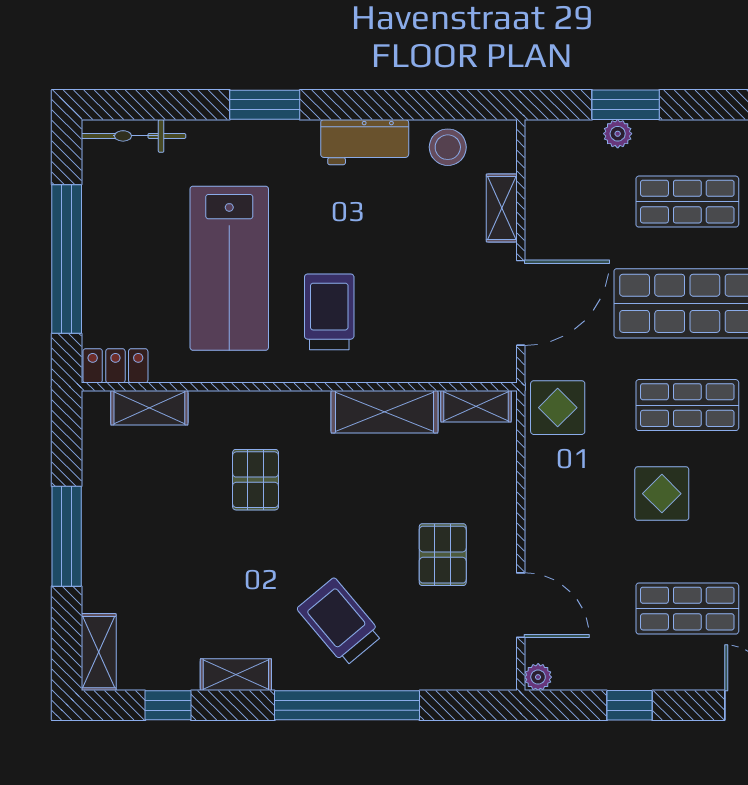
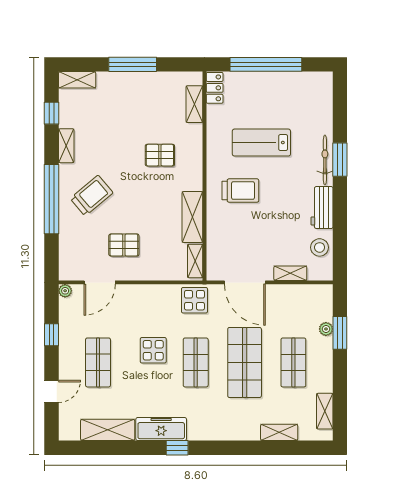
bicycle: (133, 136) -> (325, 160), moved
lab bench: (229, 268) -> (261, 143), width x0.73, depth x0.72

